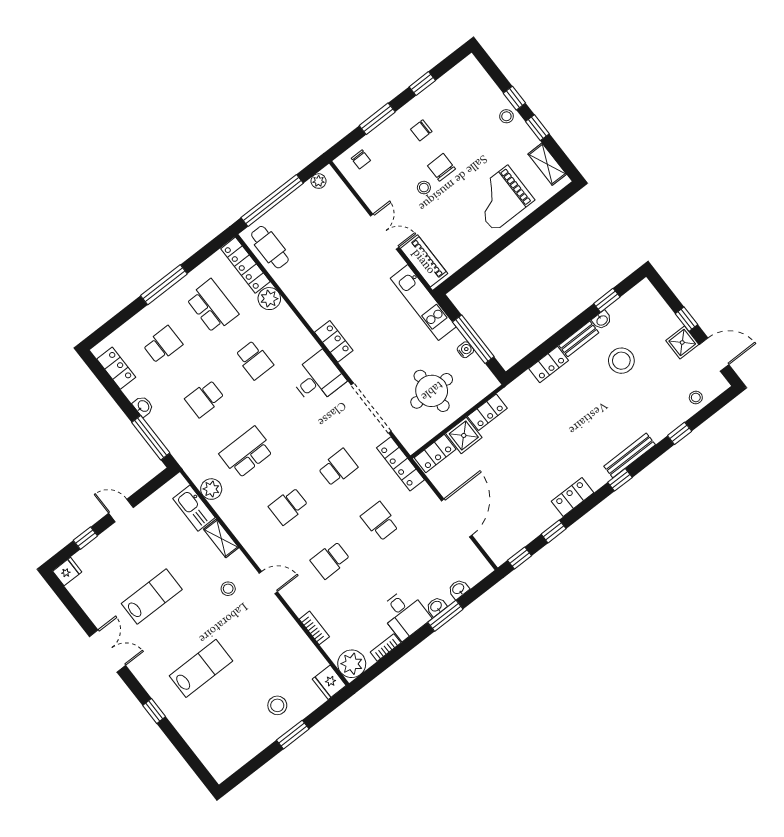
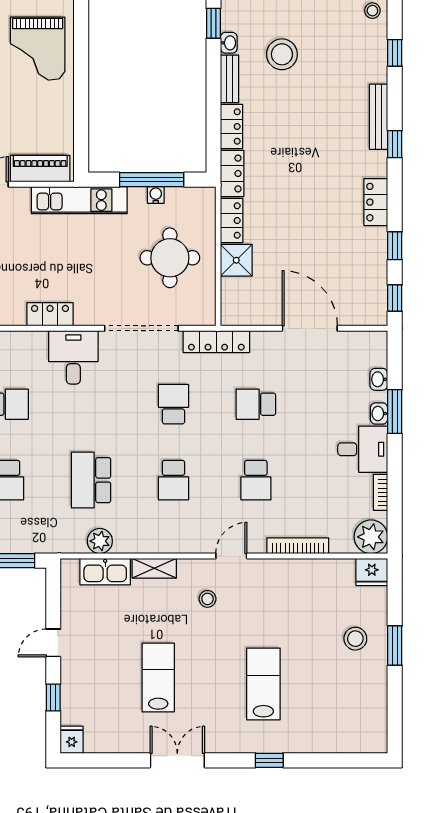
locker: (435, 453) -> (232, 173), moved
bookcase: (314, 628) -> (298, 546), width x1.56

